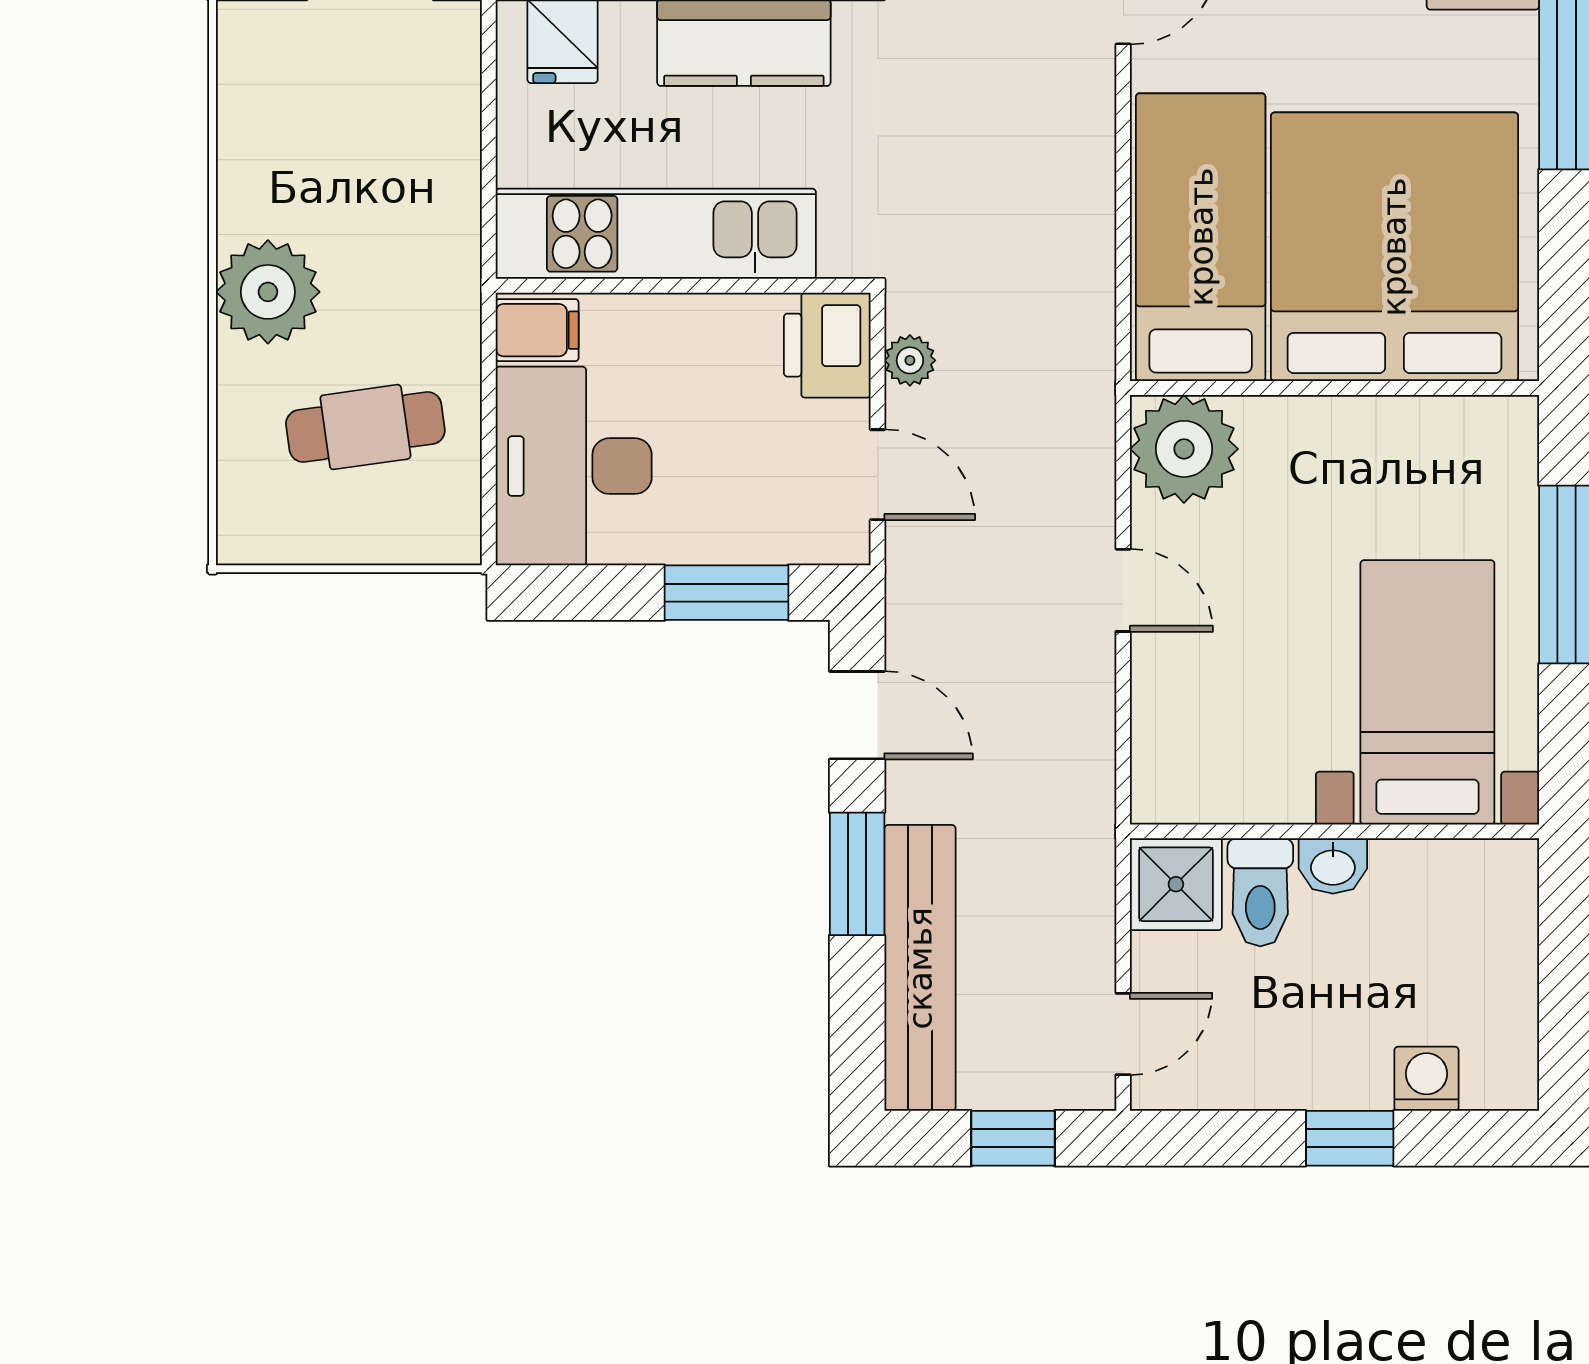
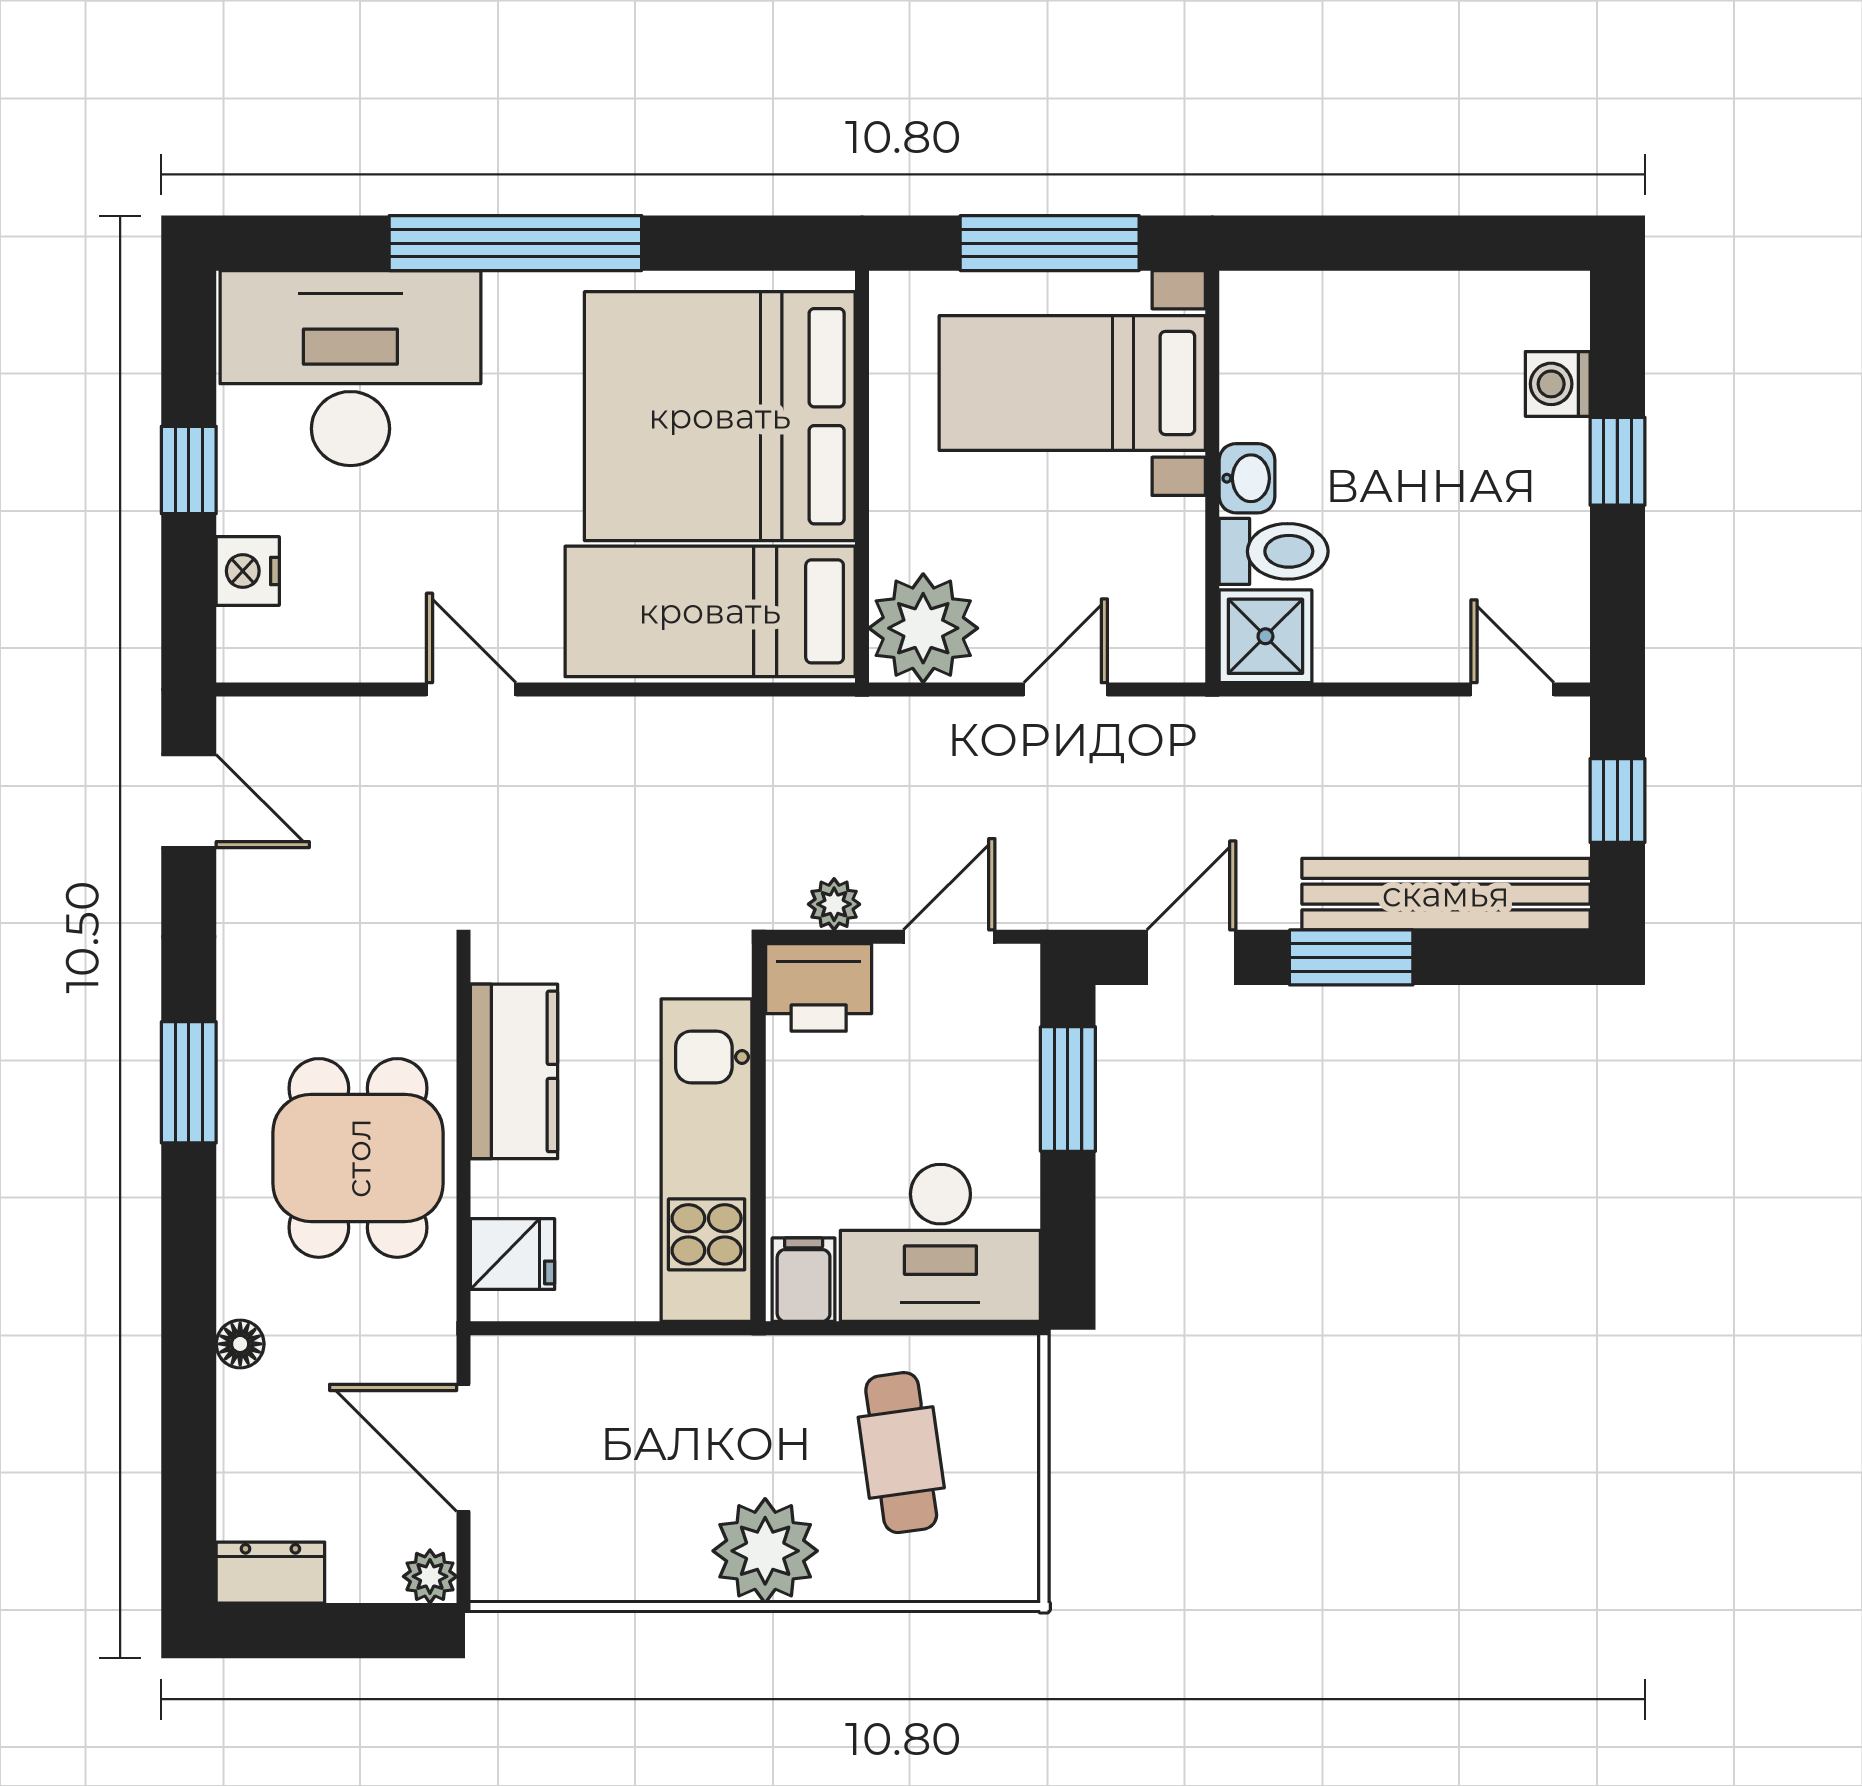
bed with nightstands: (1427, 692) -> (1072, 383), moved
wall: (1335, 831) -> (1212, 477), moved
washbasin: (1333, 866) -> (1247, 478), moved
shower: (1176, 884) -> (1265, 636), moved
toilet: (1260, 892) -> (1274, 551), moved

